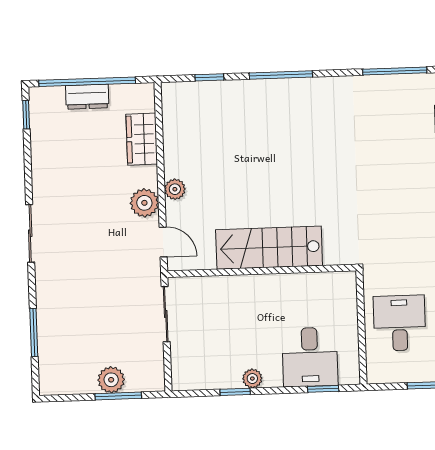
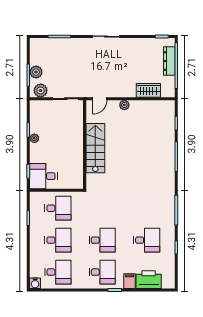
dresser: (87, 97) -> (169, 61), width x1.44
plant: (144, 203) -> (41, 90), moved
desk: (310, 357) -> (43, 176), moved

